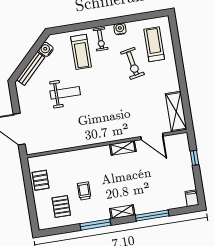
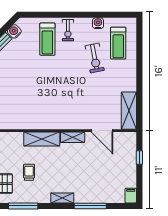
water cooler: (120, 29) -> (98, 23), moved
treadmill: (154, 44) -> (118, 43), turned 180
weight bench: (65, 93) -> (26, 76), removed
shelving: (92, 155) -> (42, 139), added
window: (95, 225) -> (23, 206), moved

